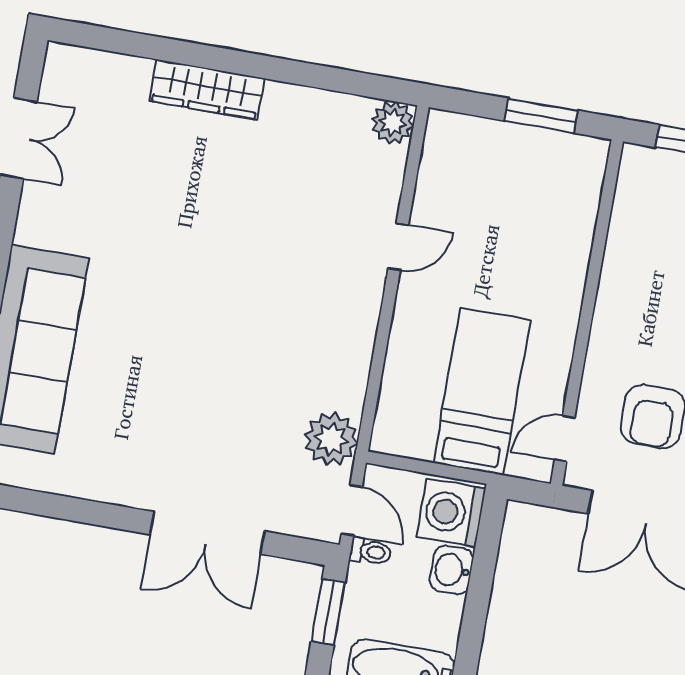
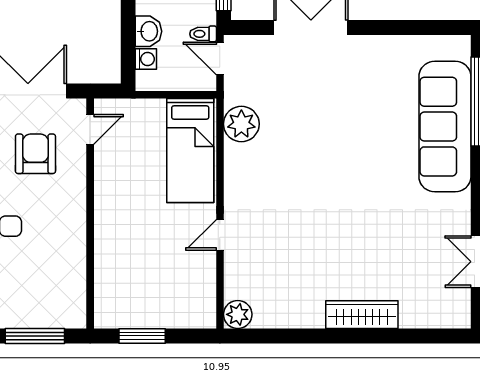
bed: (482, 391) -> (190, 151), moved
plant: (331, 439) -> (241, 124), moved
washing machine: (451, 513) -> (146, 59), width x0.53, depth x0.53

